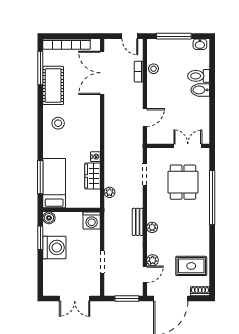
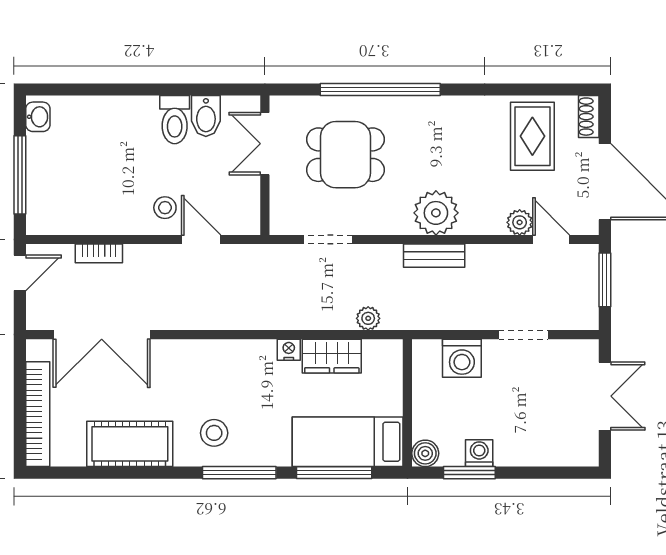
window: (40, 68) -> (239, 473), moved
stool: (154, 69) -> (165, 208), moved
toilet: (199, 76) -> (175, 120), moved
bidet: (200, 90) -> (206, 116), moved
washing machine: (92, 221) -> (462, 358), moved, turned 90
plant: (152, 227) -> (436, 213), width x1.87, depth x1.87
washing machine: (54, 247) -> (479, 453), width x0.53, depth x0.53

